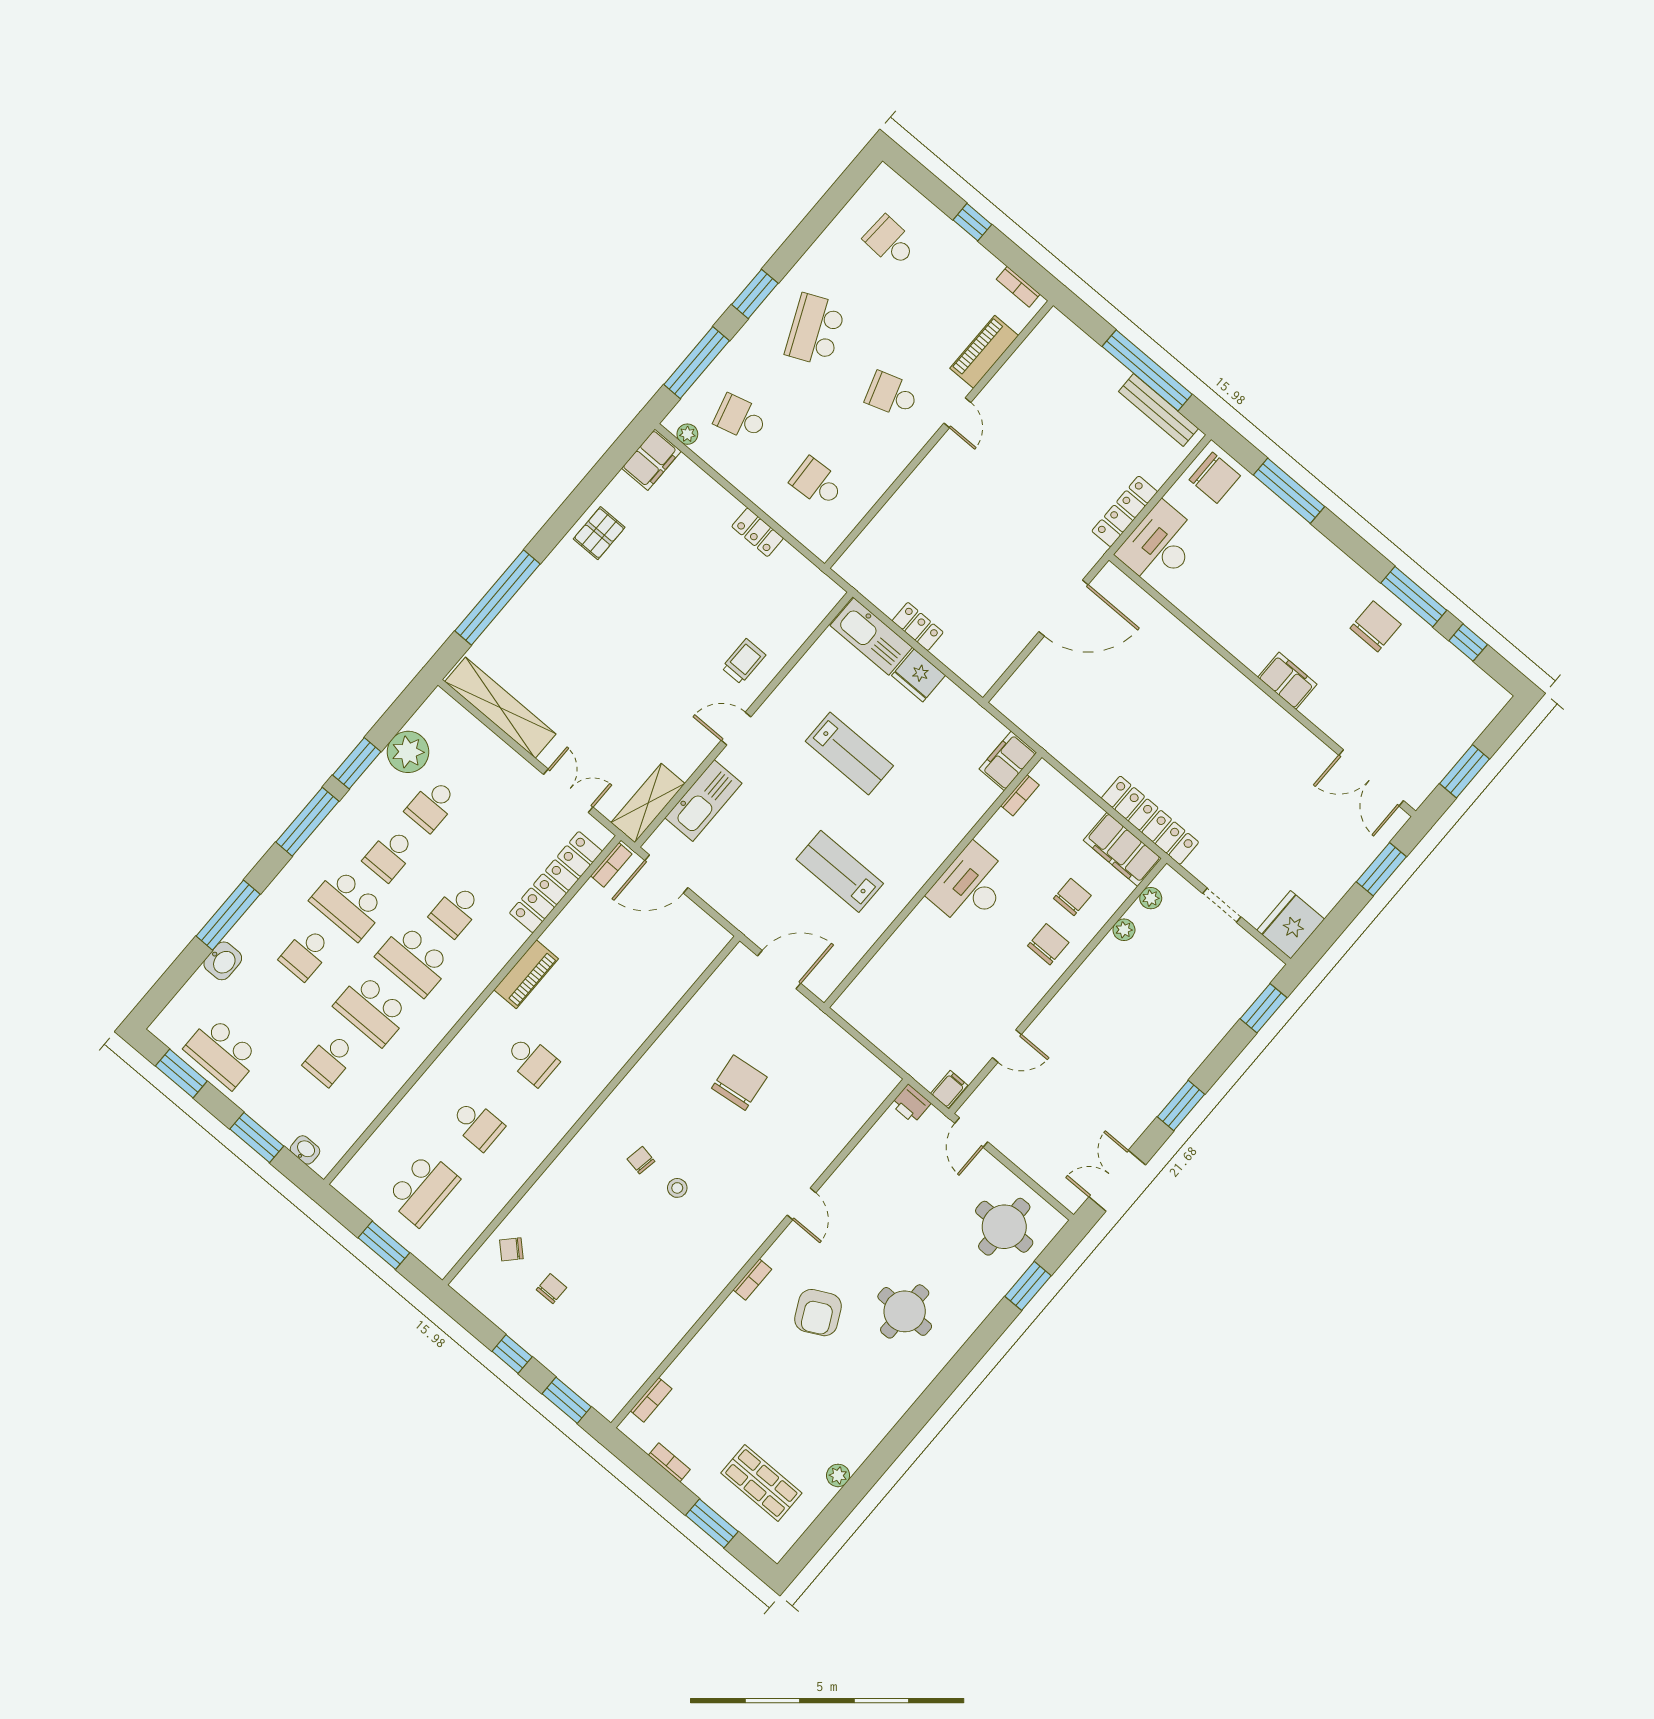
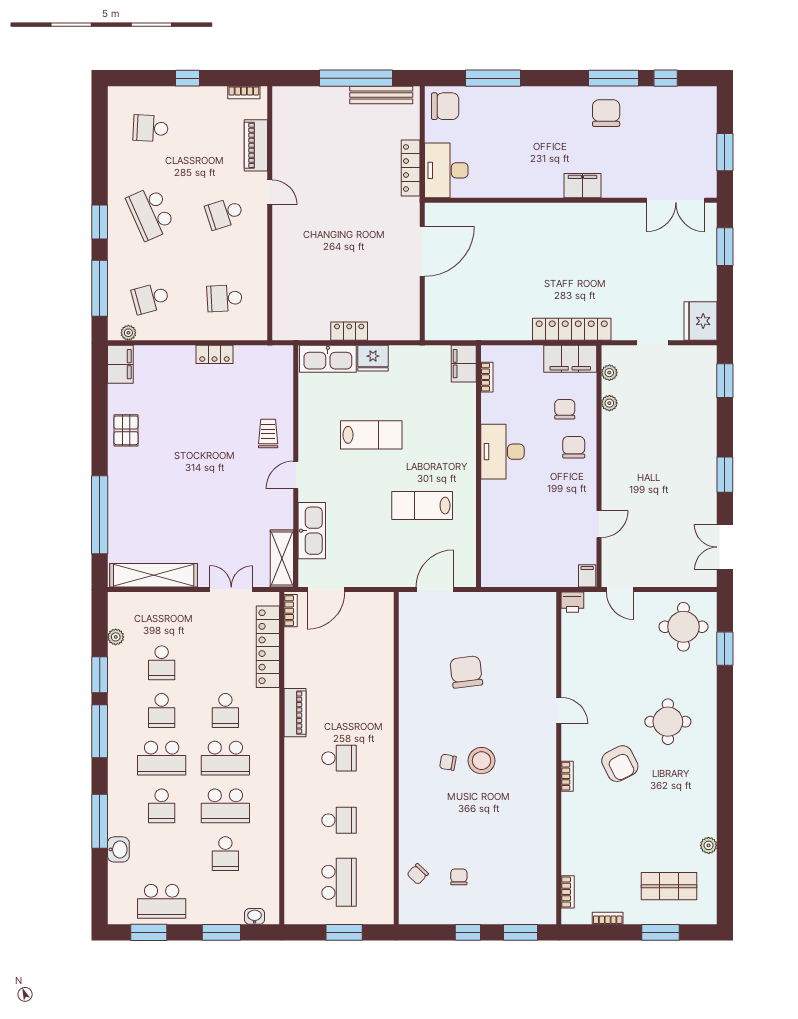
plant: (408, 752) -> (116, 637), width x0.53, depth x0.53
stool: (677, 1188) -> (481, 761), width x1.89, depth x1.89

